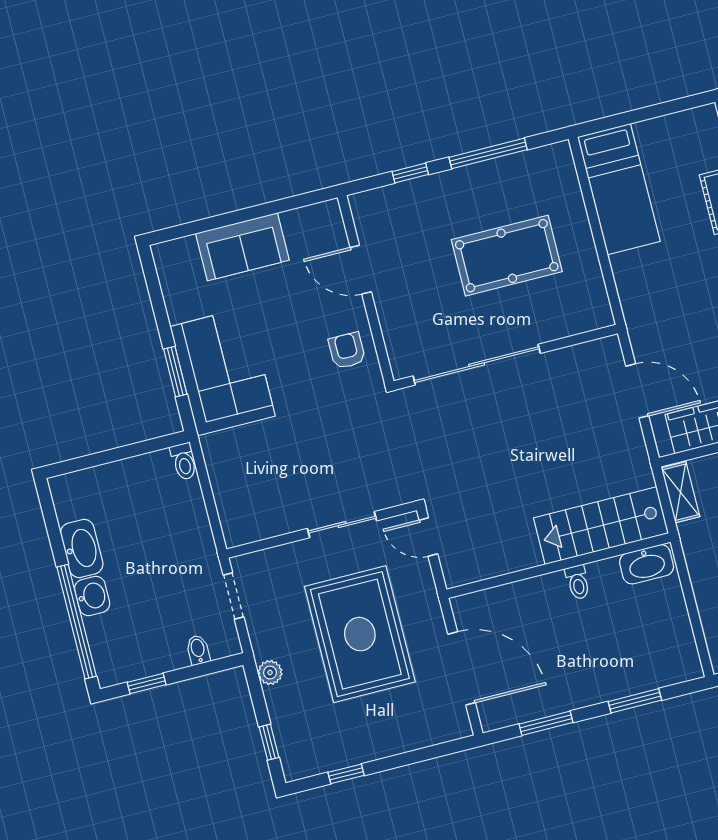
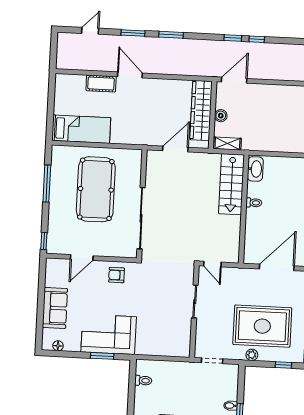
window: (410, 173) -> (44, 241), moved
pool table: (507, 256) -> (96, 189), width x1.36, depth x1.32
floor lamp: (168, 276) -> (58, 346), added
toilet: (184, 461) -> (143, 381), moved
door: (428, 537) -> (212, 264), hinge flipped
rug: (360, 634) -> (262, 326), moved
bidet: (198, 650) -> (230, 406), moved

